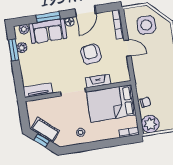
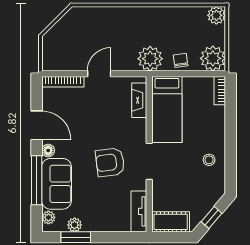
window: (48, 17) -> (37, 180), width x1.44
side table: (146, 25) -> (70, 42), removed
armchair: (91, 54) -> (110, 162), moved
fireplace: (98, 81) -> (139, 100), moved
plant: (143, 81) -> (150, 59), added
bed: (111, 103) -> (167, 109), width x0.67
cot: (45, 130) -> (171, 222), moved, turned 49

